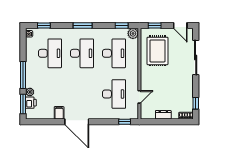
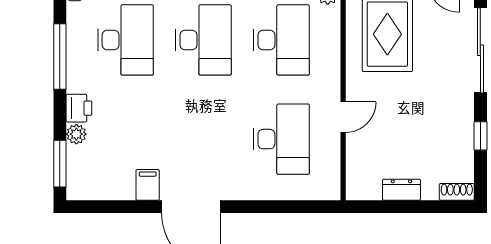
window: (23, 75) -> (60, 57), moved
door: (139, 97) -> (343, 117), moved
printer: (31, 103) -> (79, 108), moved
window: (196, 103) -> (480, 136), moved
window: (125, 122) -> (307, 207), removed

